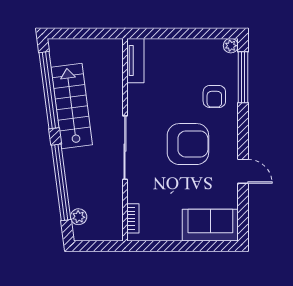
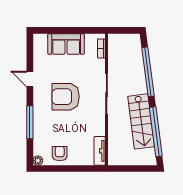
window: (243, 77) -> (30, 122), moved
armchair: (214, 97) -> (60, 154), moved
plant: (79, 217) -> (137, 49), removed
sofa: (210, 225) -> (66, 44), moved

